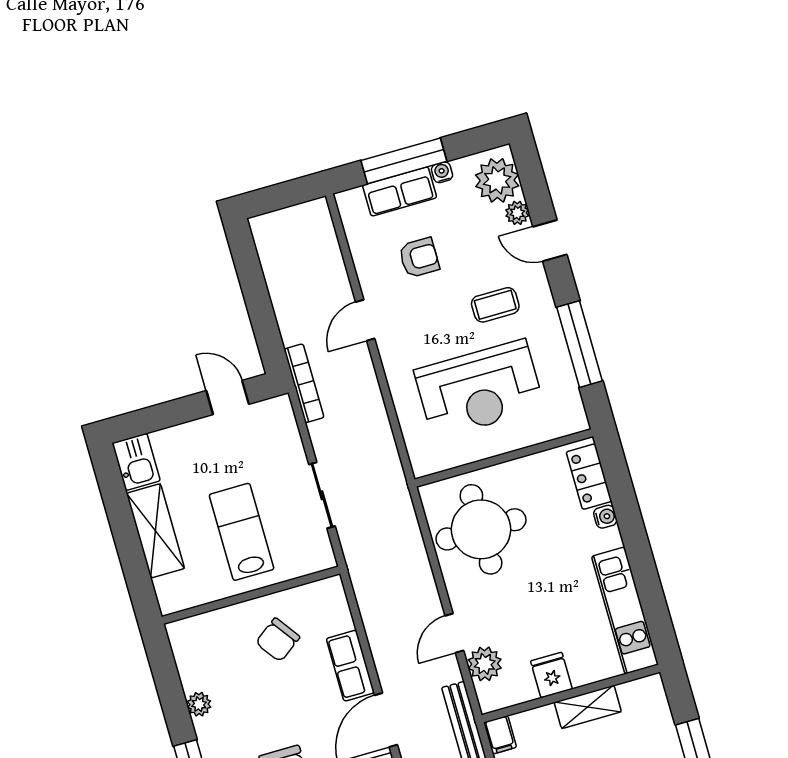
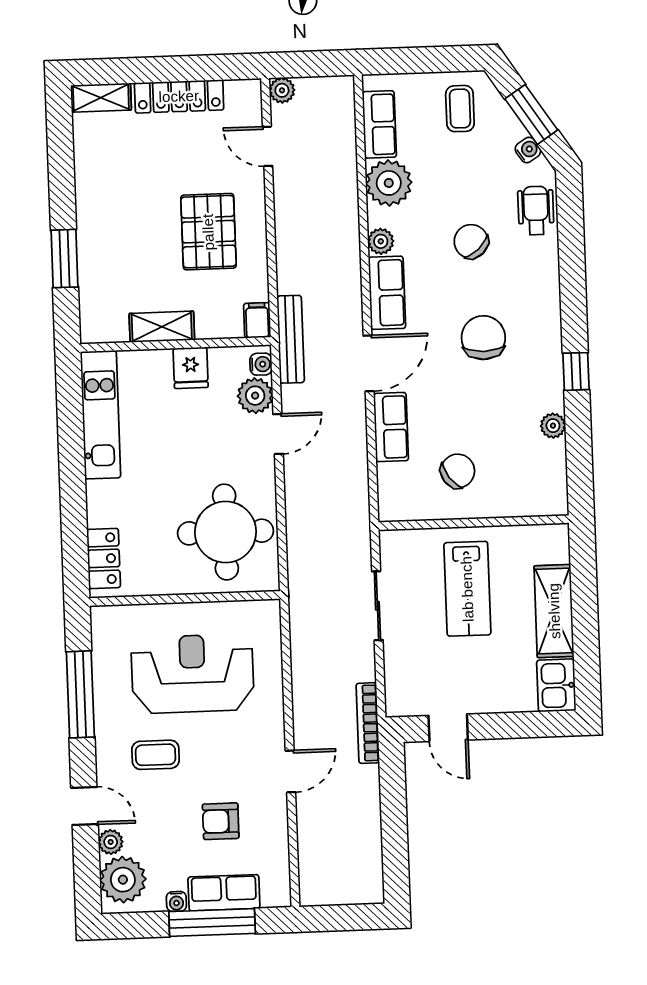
water cooler: (605, 517) -> (261, 364), moved, turned 180

